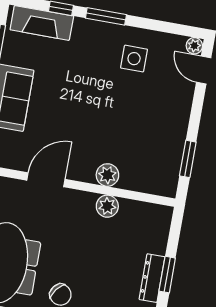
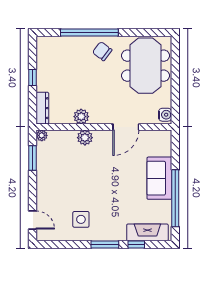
plant: (194, 46) -> (42, 135), moved
window: (167, 275) -> (33, 78), width x0.67
dresser: (152, 278) -> (42, 108), moved

